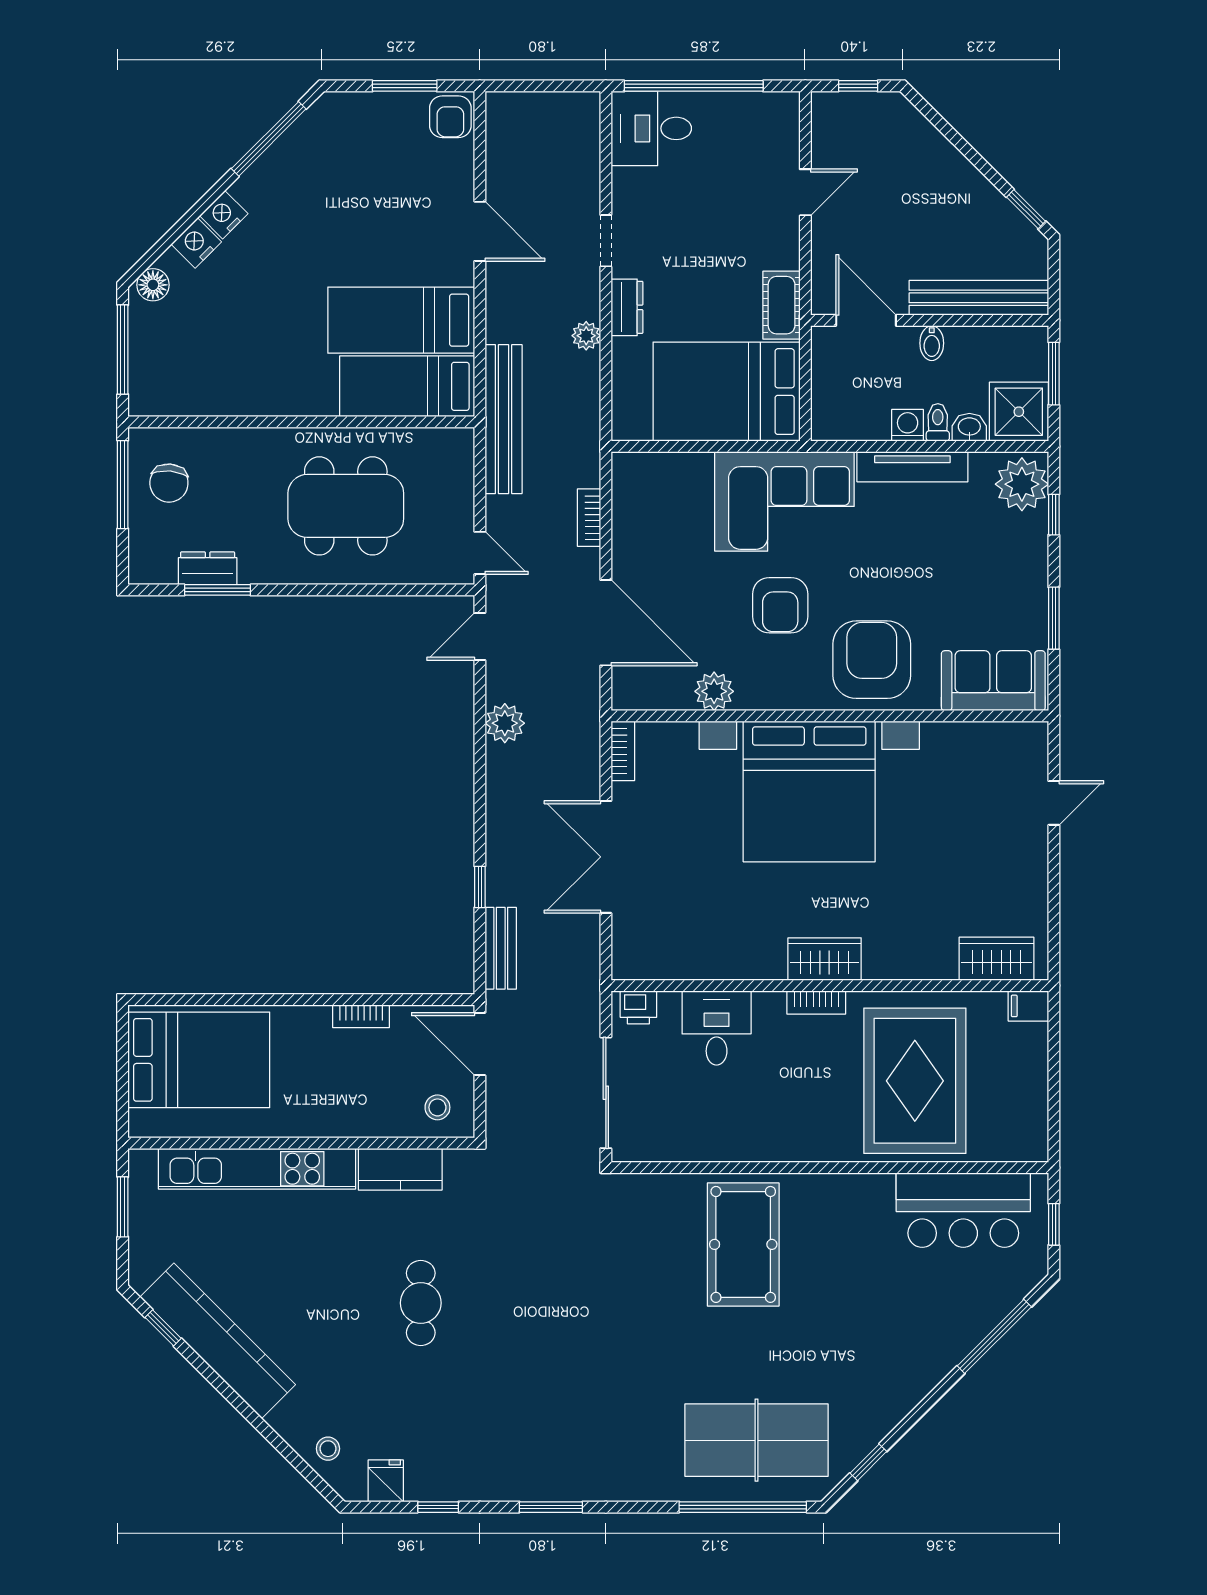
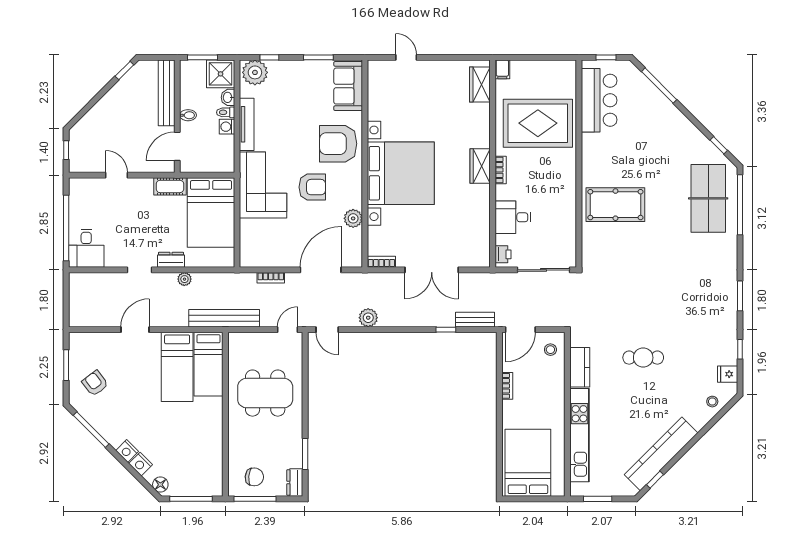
armchair: (450, 117) -> (95, 383), moved, turned -127
dining table: (346, 506) -> (265, 393), turned 90
dresser: (208, 568) -> (295, 482), moved

